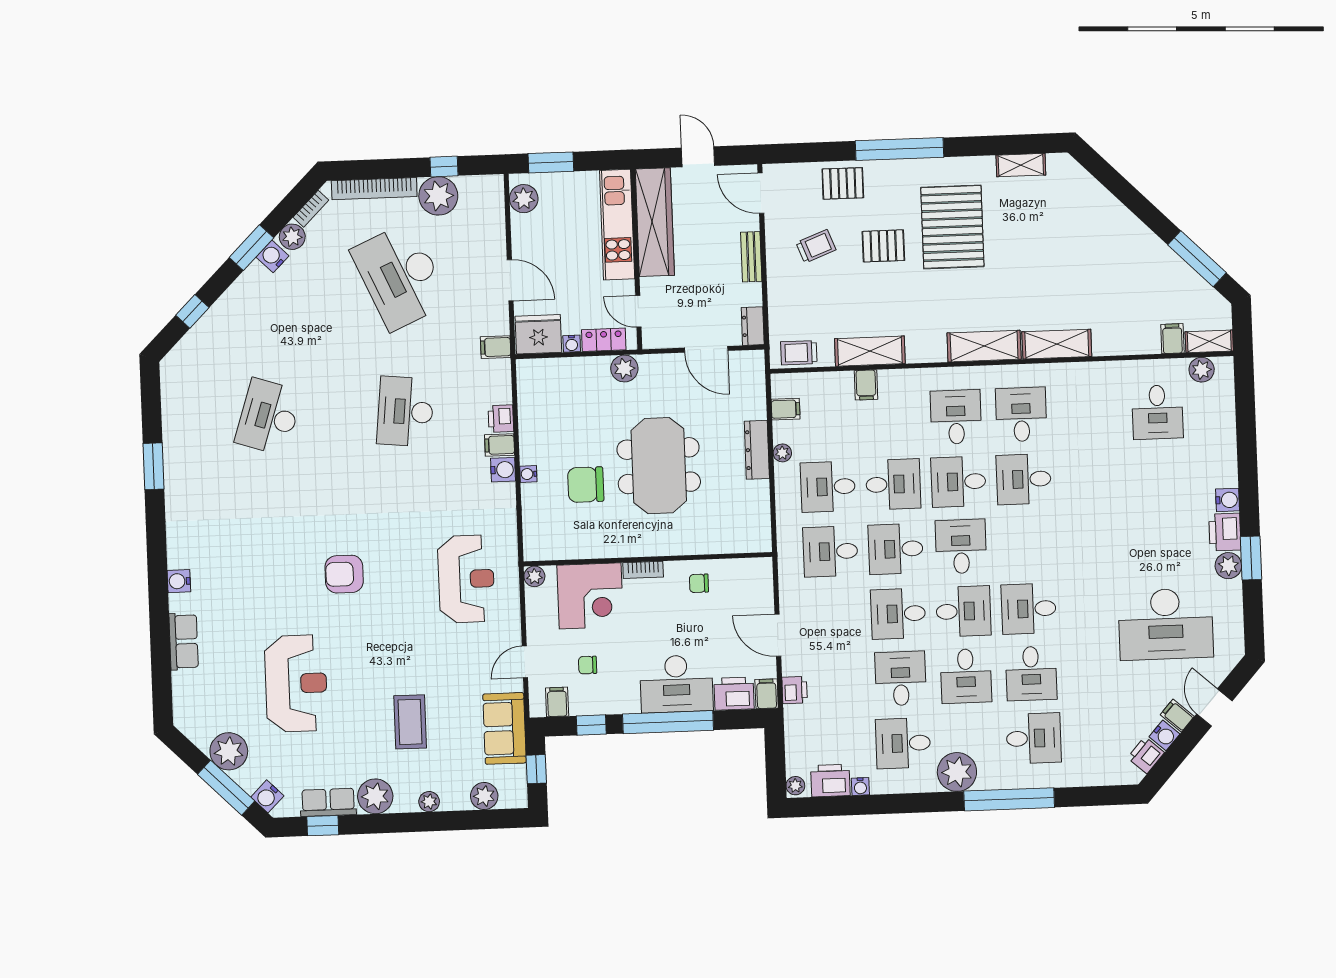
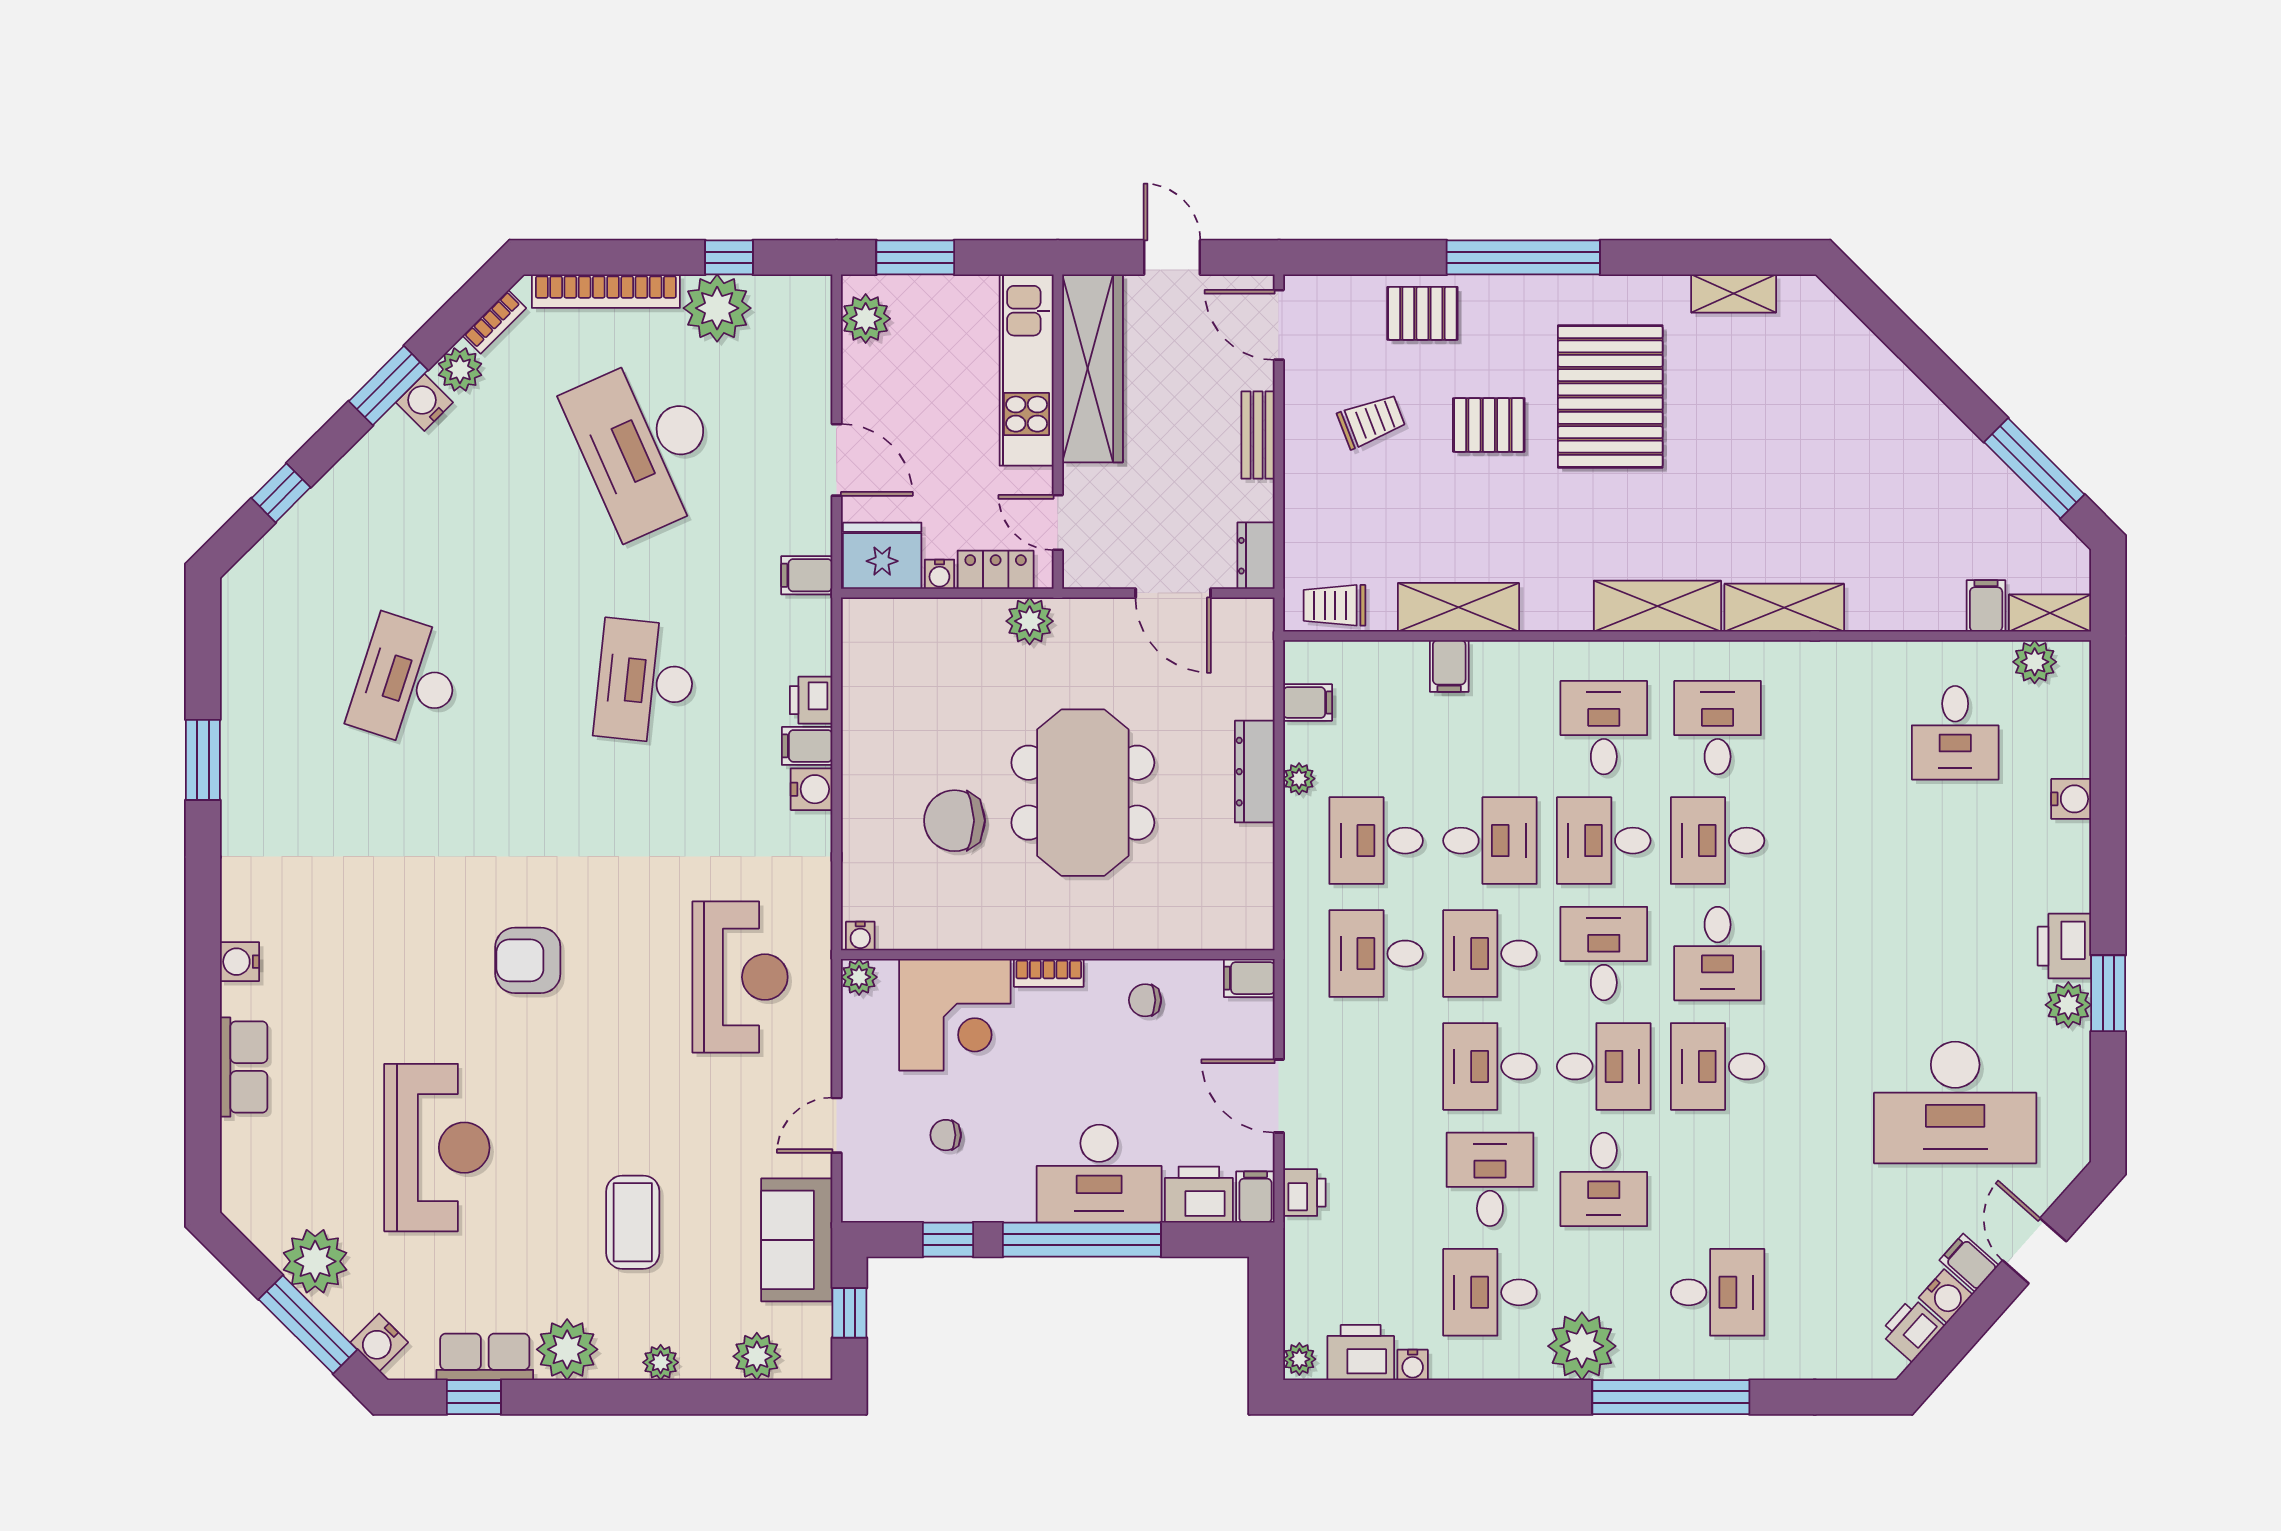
water cooler: (528, 474) -> (860, 936), moved, turned -90
water cooler: (1228, 500) -> (2071, 799), moved
desk: (1031, 673) -> (1718, 954), moved
filing cabinet: (557, 702) -> (1249, 978), moved, turned -90

